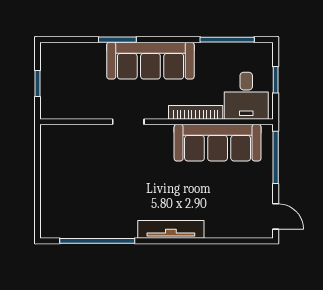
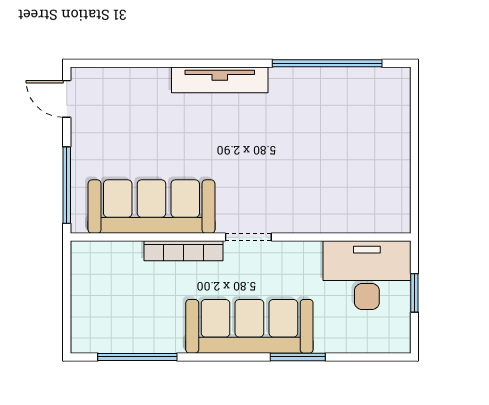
window: (276, 80) -> (67, 299), removed
desk: (246, 96) -> (367, 275), moved, width x1.37
doorway: (128, 122) -> (248, 237), moved

